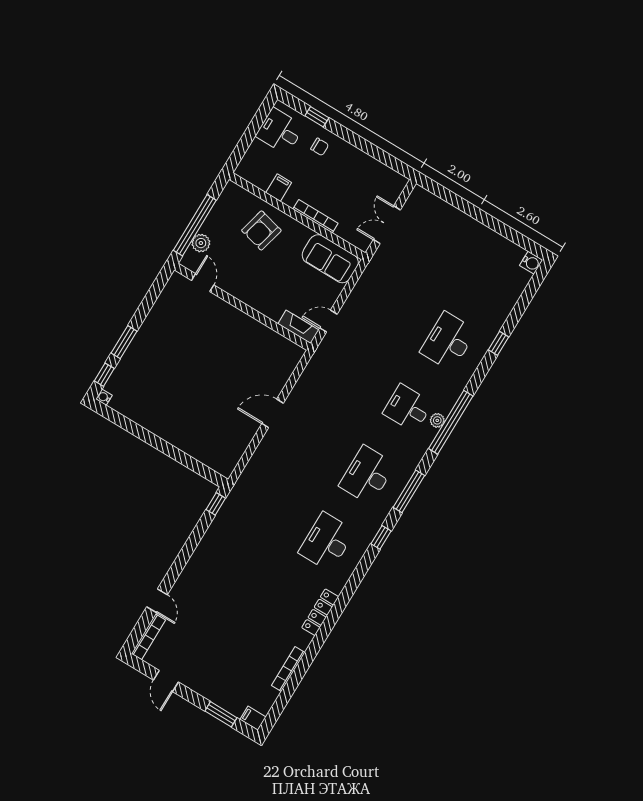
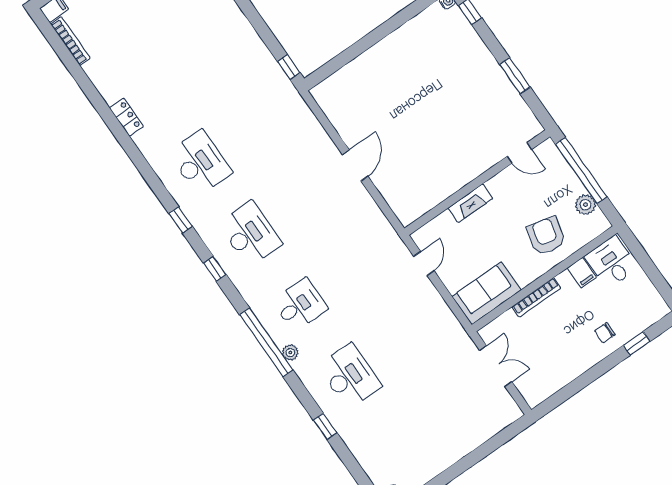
desk: (280, 131) -> (611, 262), moved, turned -90
plant: (201, 243) -> (586, 205), moved
fireplace: (298, 327) -> (470, 203), moved
window: (124, 342) -> (515, 76), moved
plant: (437, 420) -> (290, 353), moved
window: (409, 491) -> (215, 269), width x0.46
locker: (320, 612) -> (126, 117), width x0.66
bookcase: (288, 669) -> (70, 41), moved

